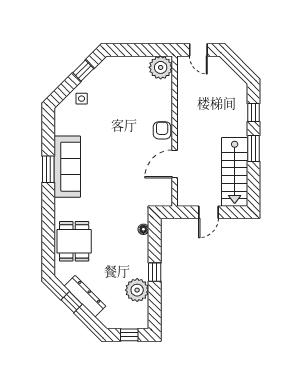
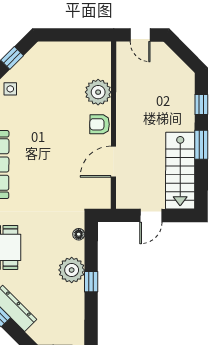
plant: (161, 67) -> (98, 92), moved
armchair: (162, 130) -> (100, 124), turned -90
plant: (137, 290) -> (72, 270), moved

